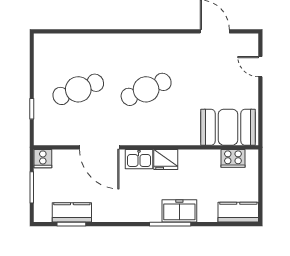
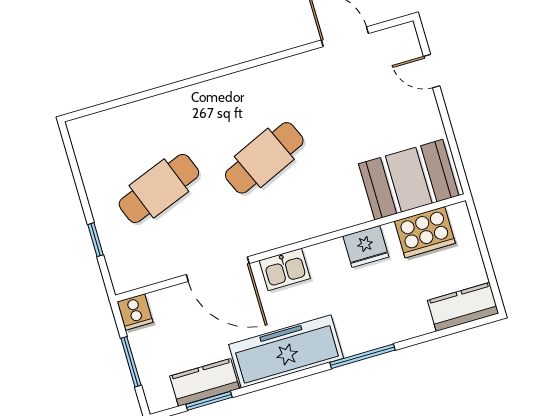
cooker: (233, 158) -> (425, 232), width x1.37, depth x1.31
fridge: (166, 159) -> (366, 247), moved
freezer: (179, 211) -> (286, 351), moved, width x1.91, depth x1.26

